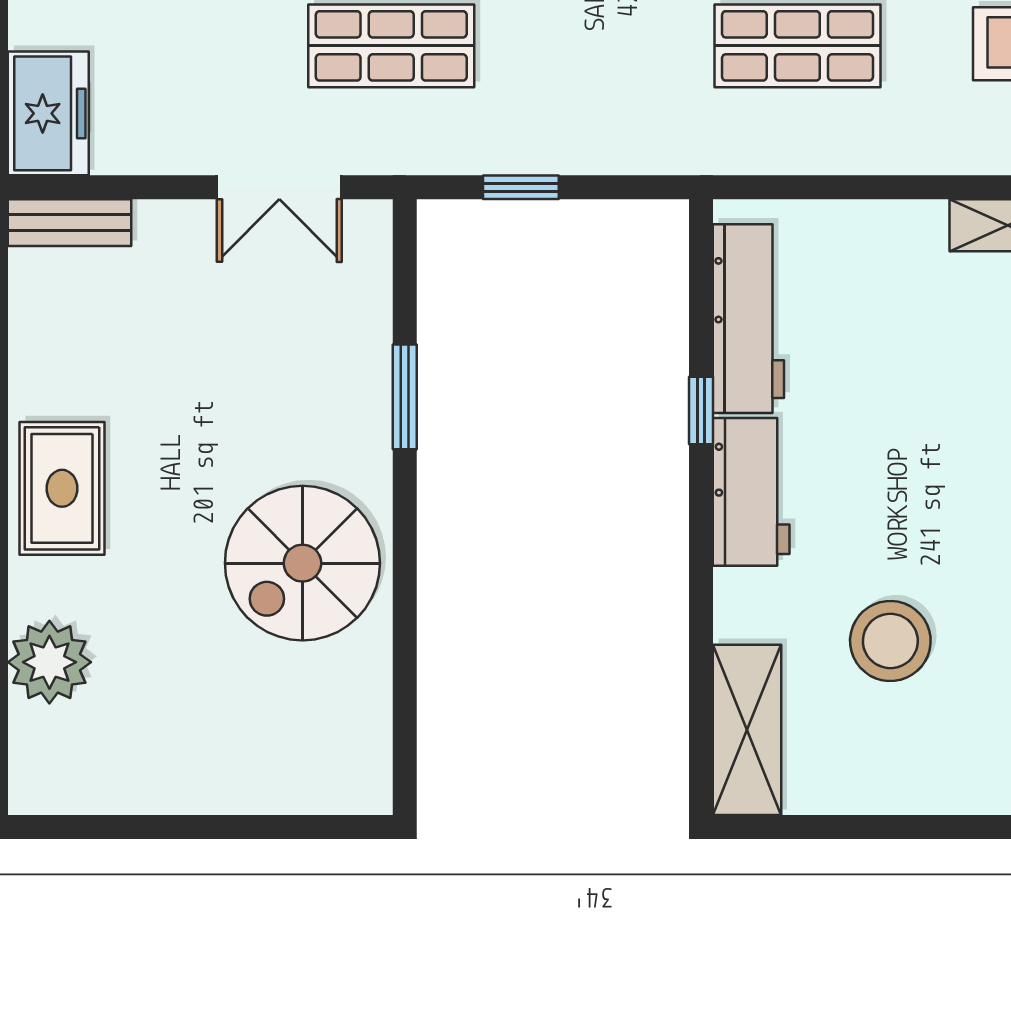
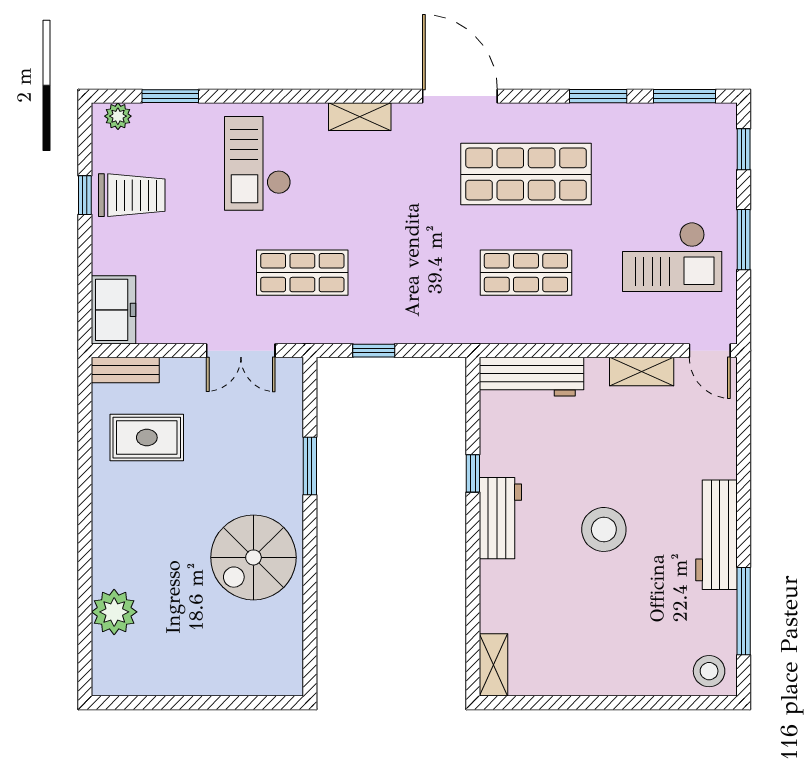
workbench: (748, 319) -> (531, 377), moved, turned 90
rug: (62, 488) -> (147, 438), moved, turned 90
stool: (890, 641) -> (604, 529), moved
shelving: (747, 730) -> (493, 665), width x0.67, depth x0.75

